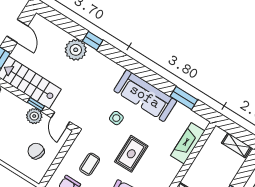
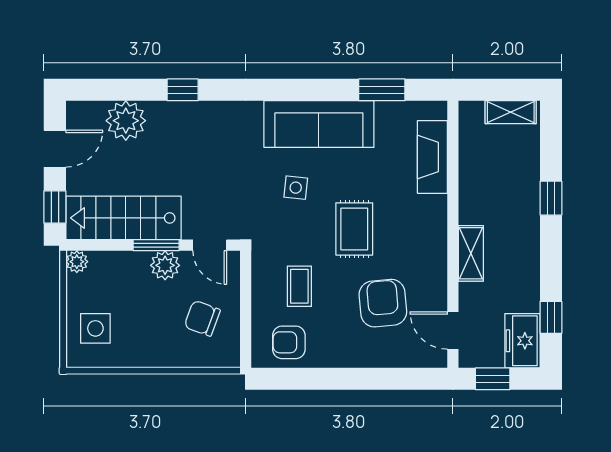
door: (17, 31) -> (55, 149), hinge flipped
plant: (76, 50) -> (126, 121), moved
window: (36, 104) -> (156, 245), width x1.50

